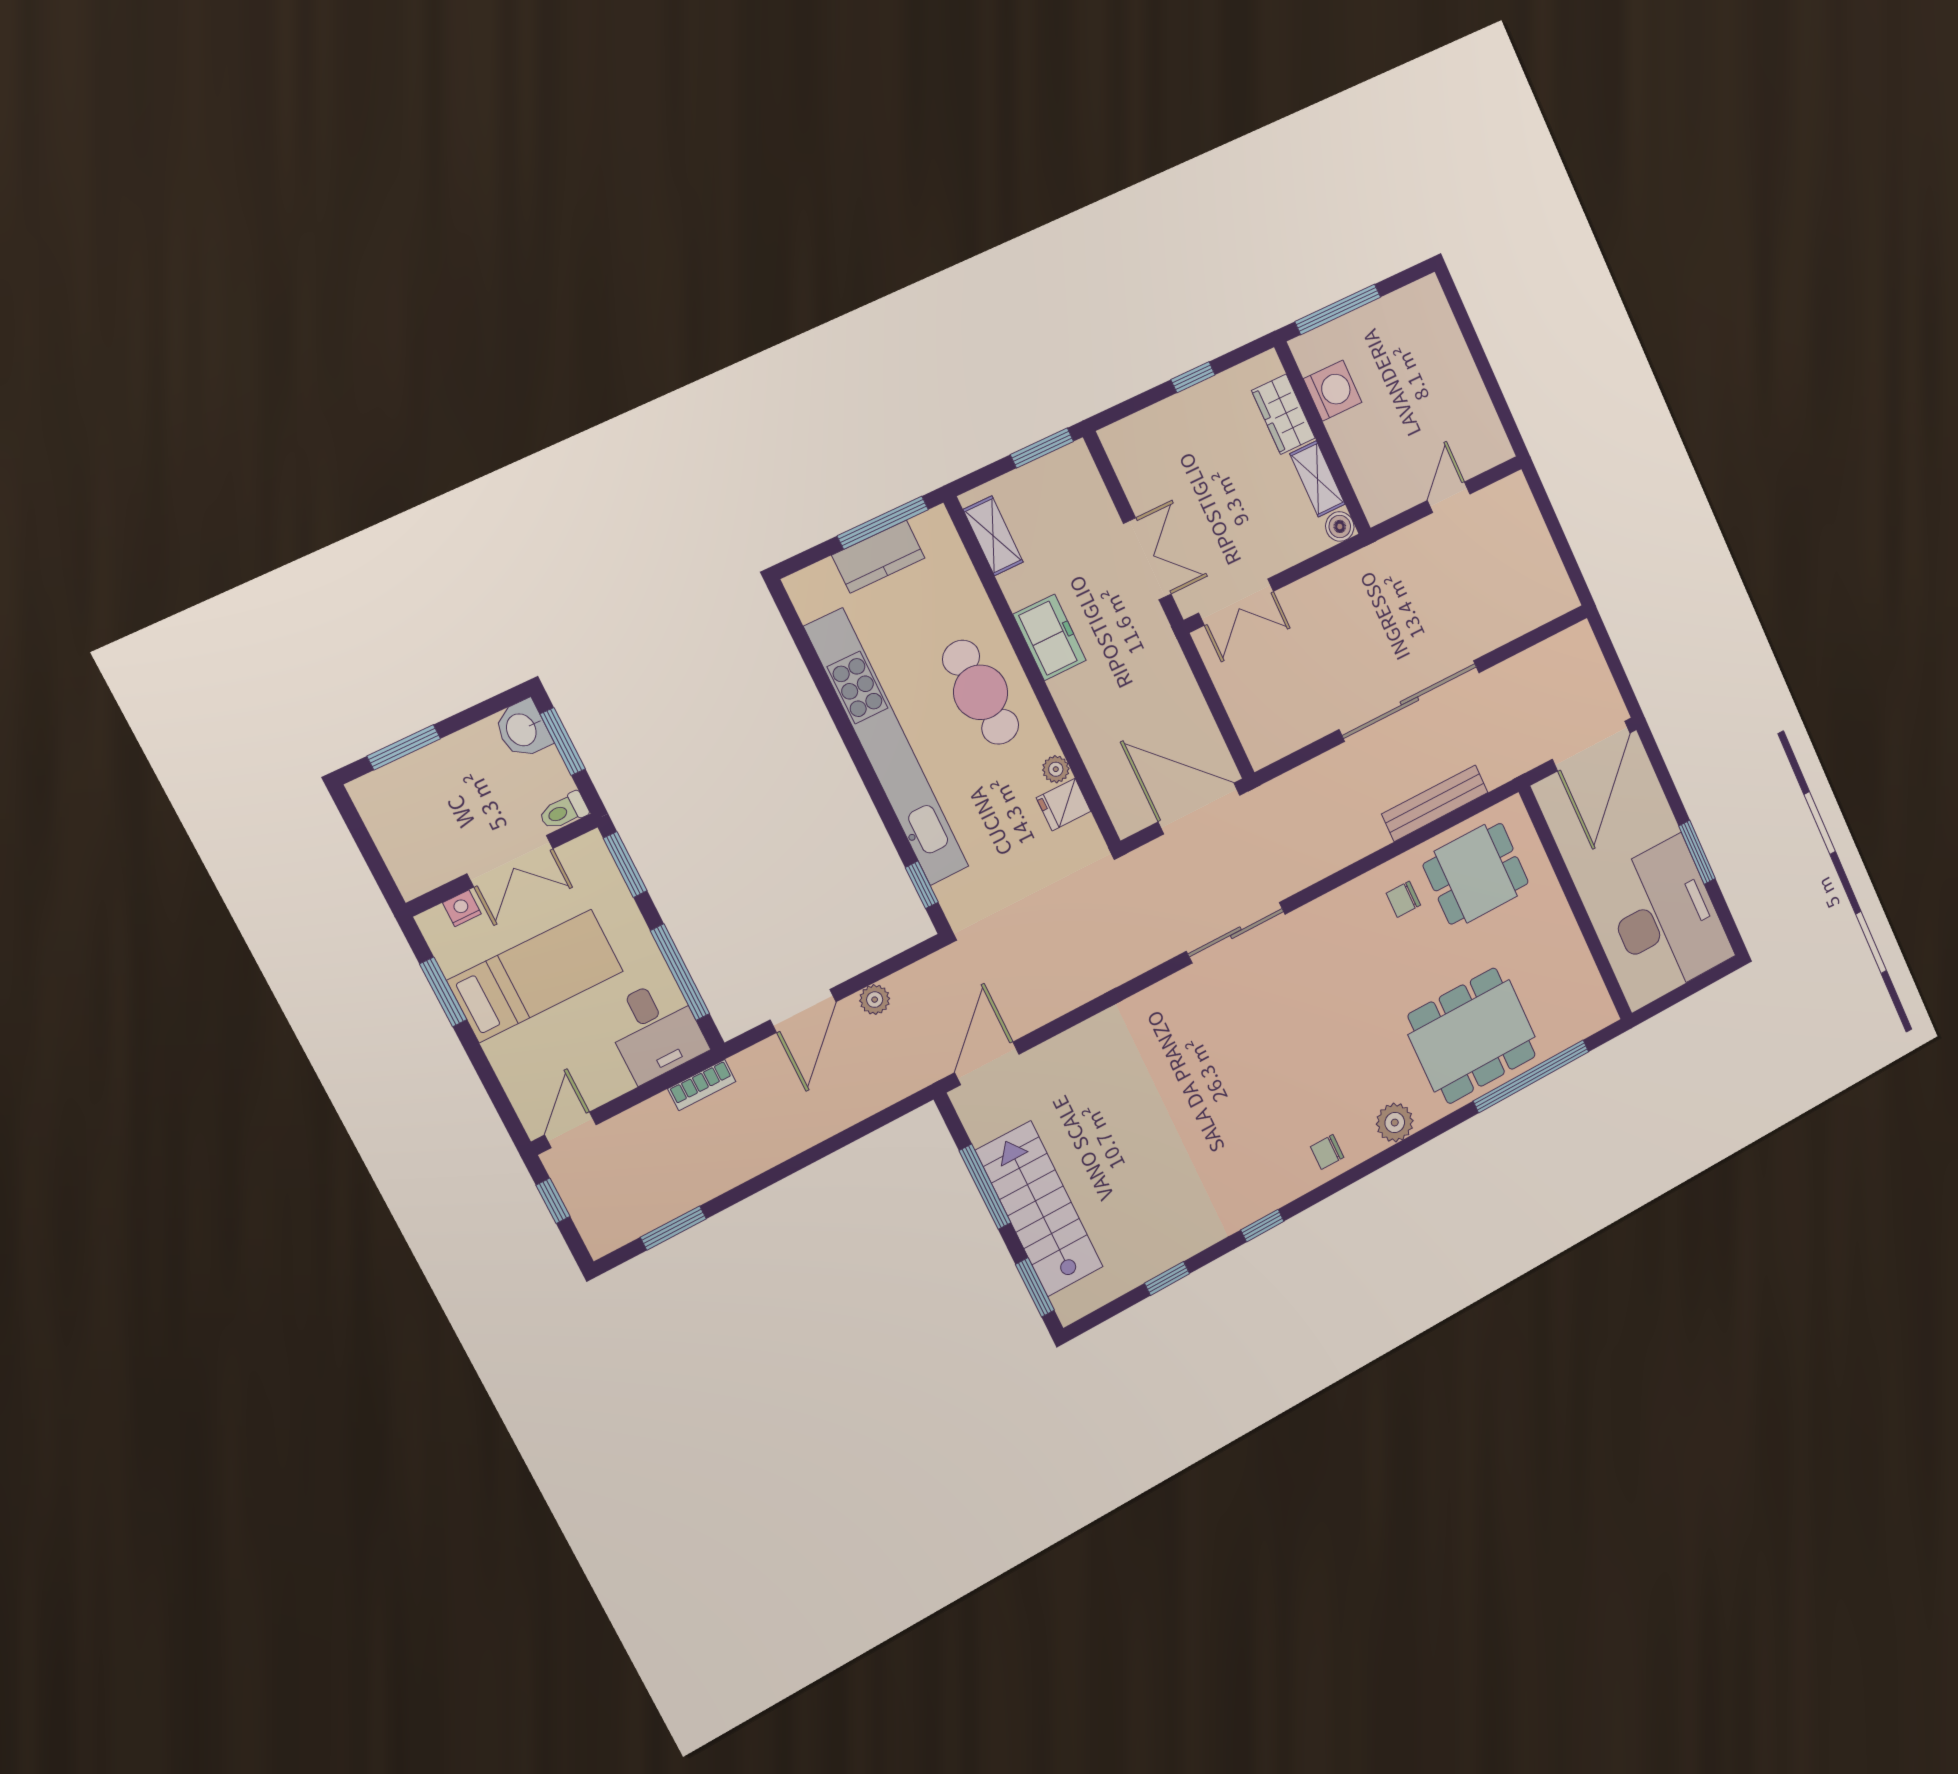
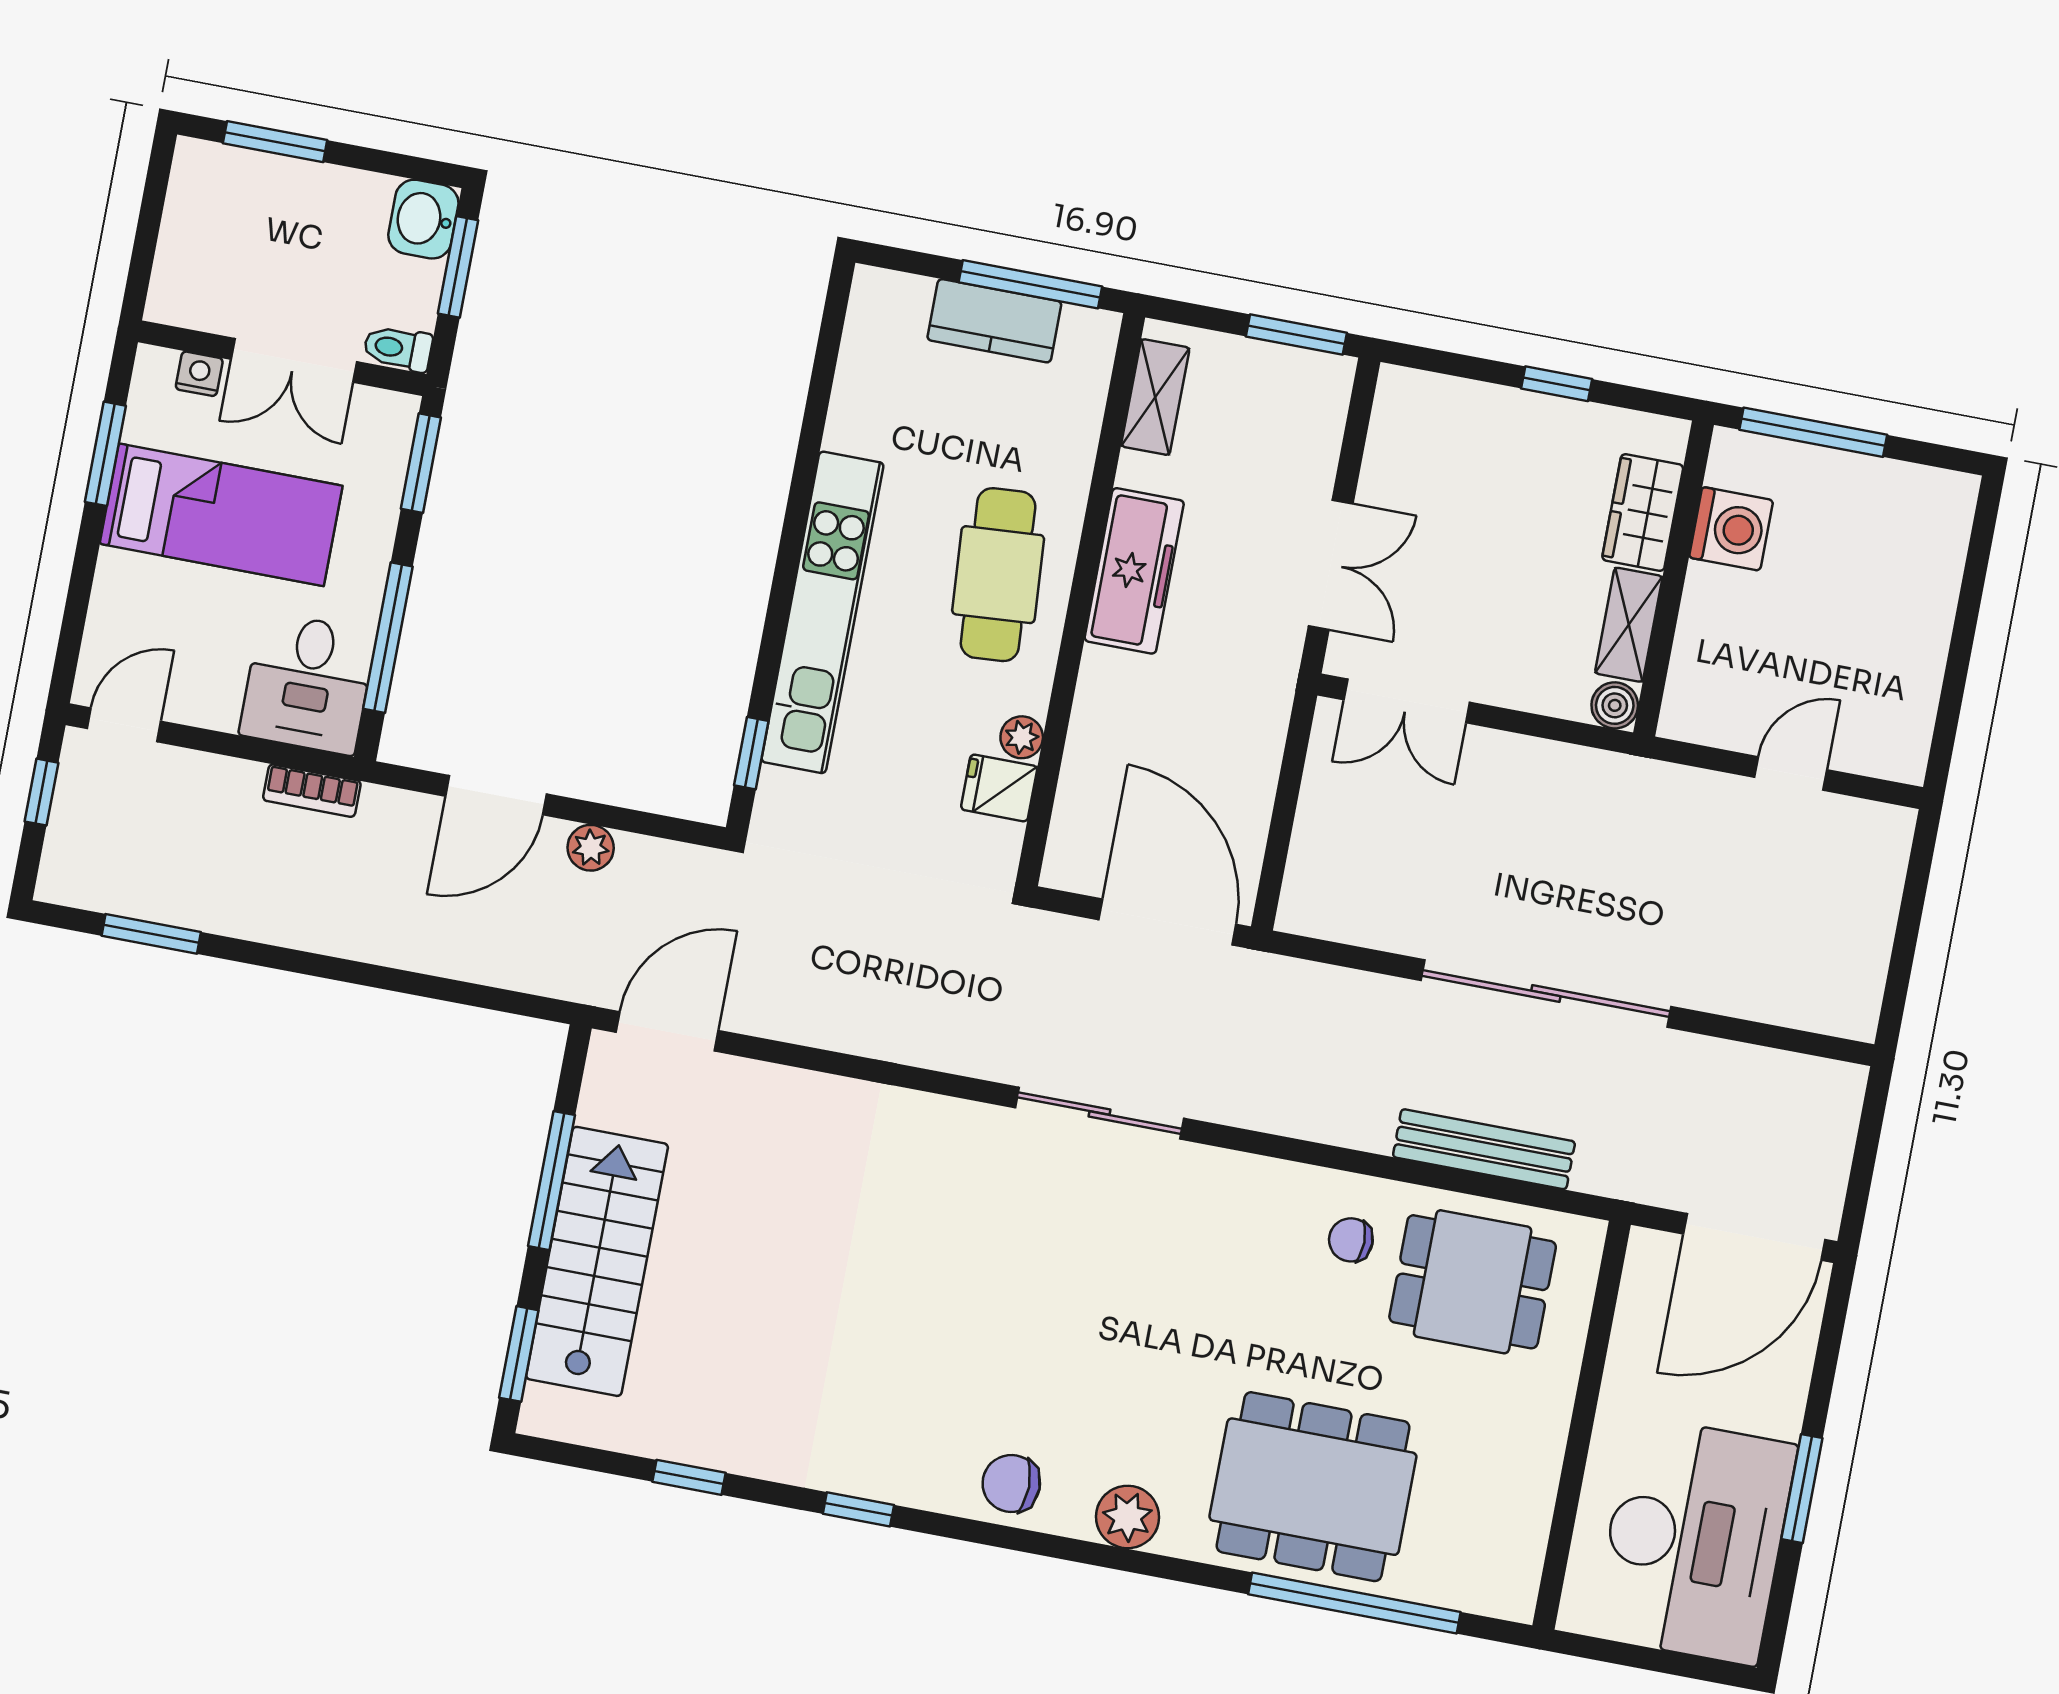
freezer: (1050, 637) -> (1134, 571), width x1.40
kitchen unit: (887, 747) -> (822, 612), width x0.73
chair: (1327, 1152) -> (1011, 1483), width x1.37, depth x1.37

